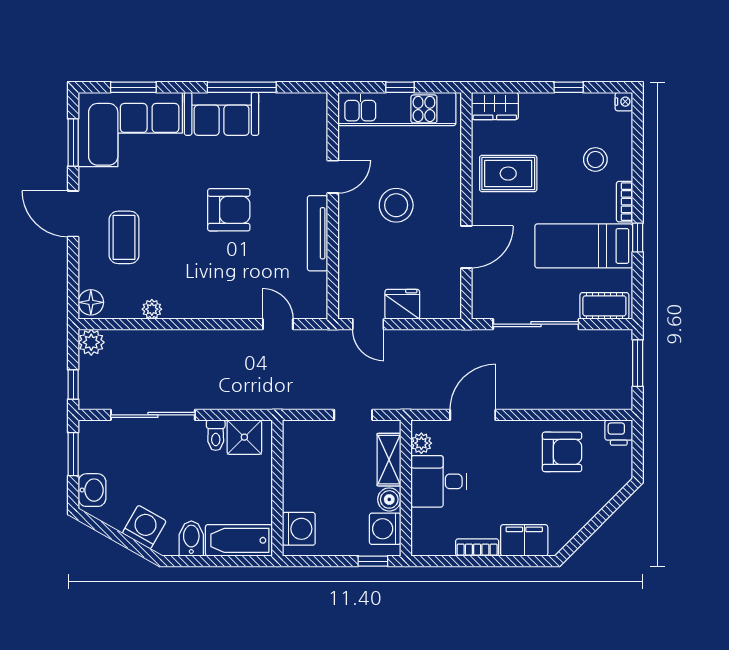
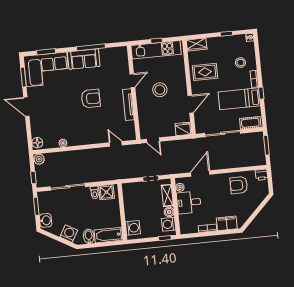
coffee table: (124, 237) -> (48, 114), removed
fridge: (402, 304) -> (183, 129), moved
armchair: (562, 452) -> (239, 185), turned 180

